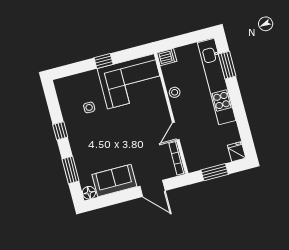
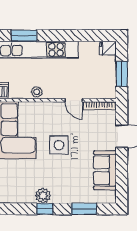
side table: (89, 107) -> (59, 145), moved, width x1.87, depth x1.87
plant: (73, 126) -> (43, 196), added
floor lamp: (89, 193) -> (110, 197), removed

